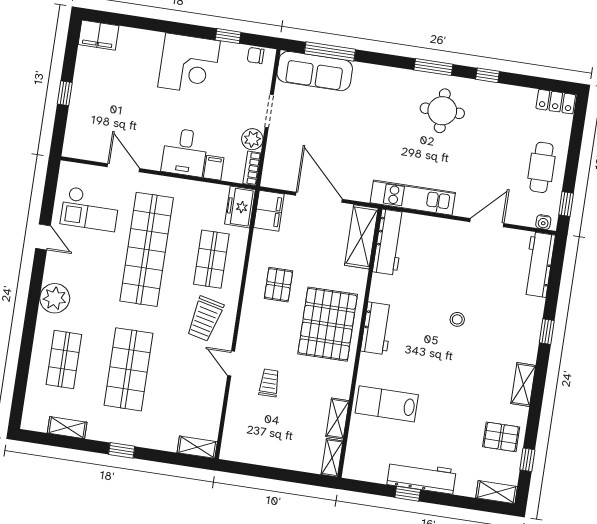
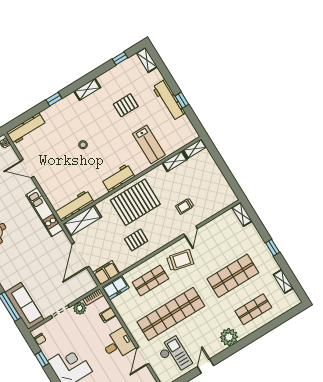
desk: (185, 152) -> (118, 344), moved
pallet: (501, 437) -> (126, 105), moved, turned 90

